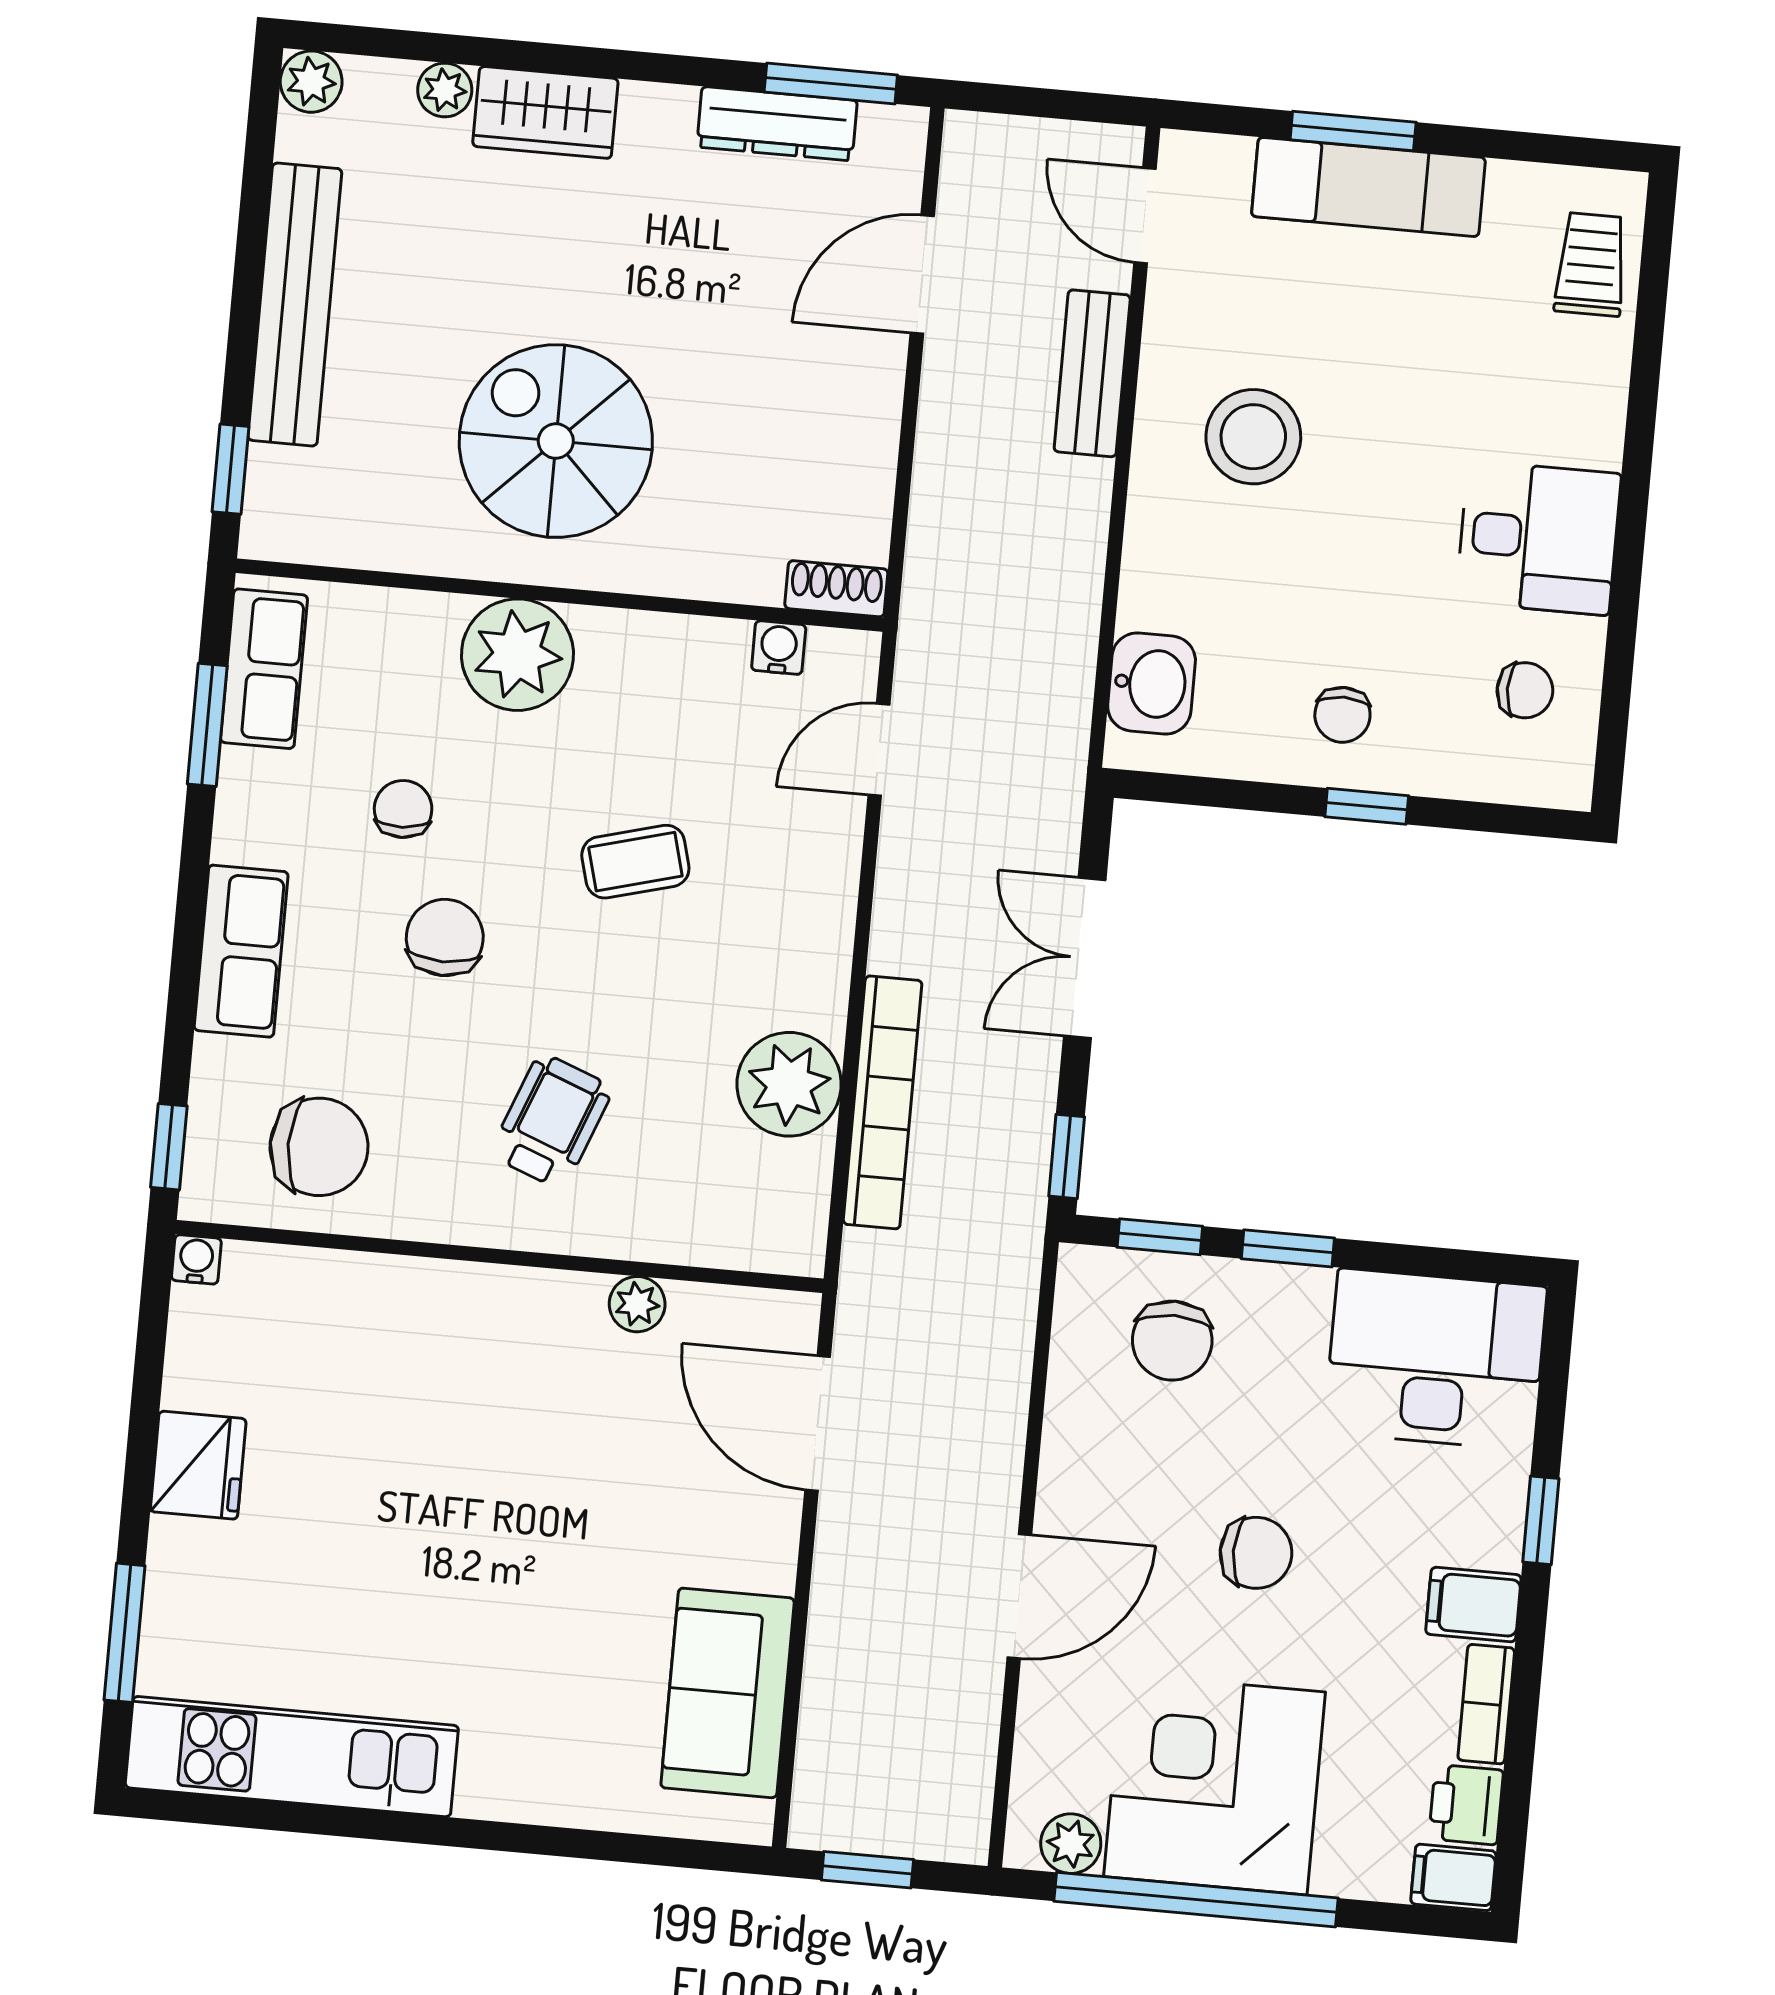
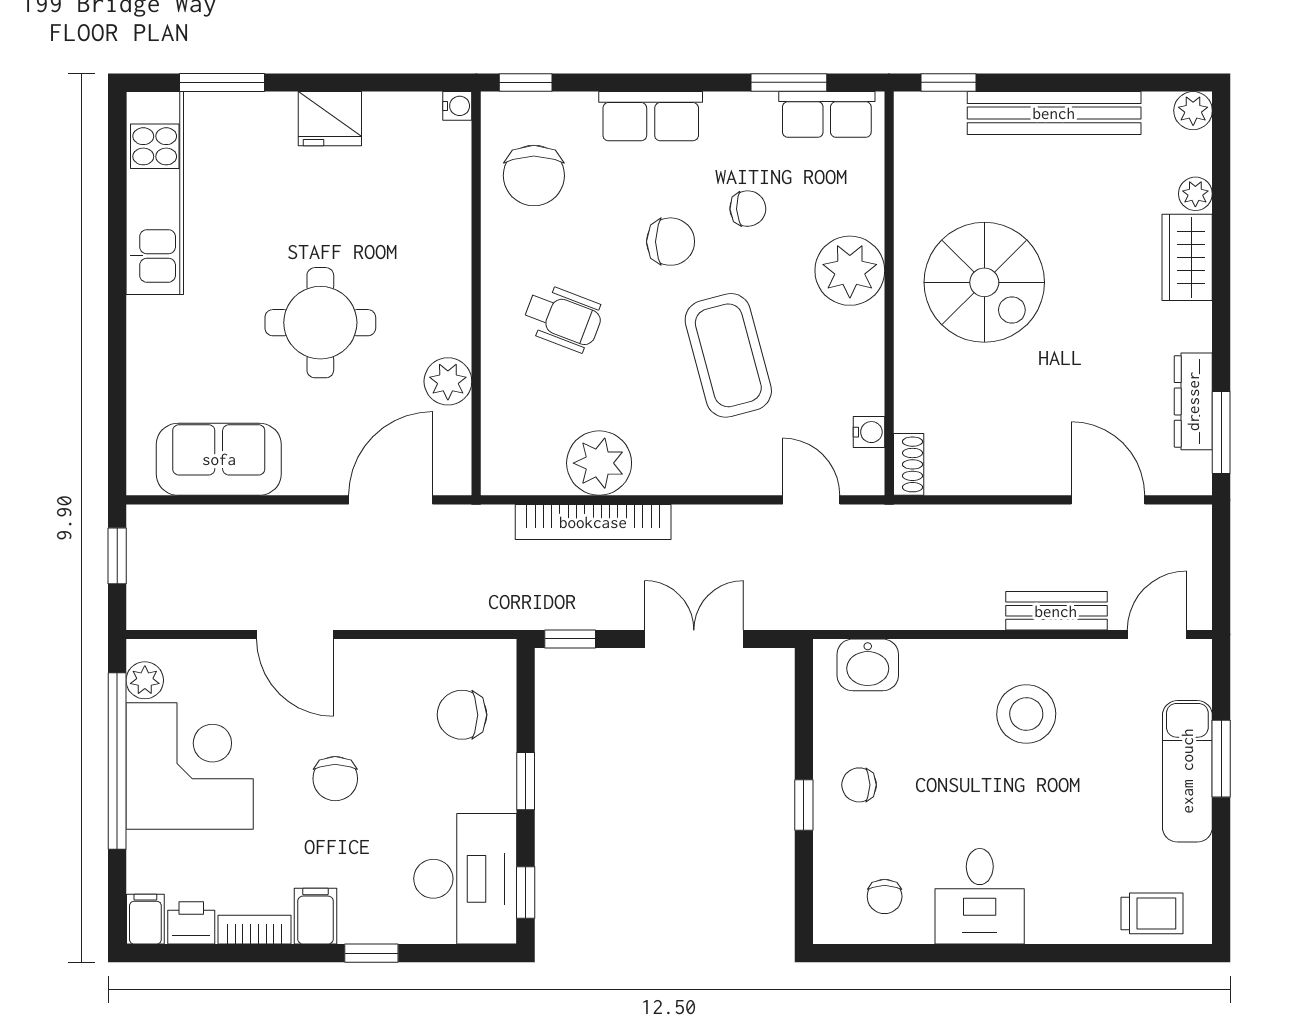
spiral stairs: (556, 441) -> (984, 282), turned 90
coffee table: (635, 862) -> (728, 355), width x1.86, depth x1.72
window: (1160, 1237) -> (526, 893), moved
plant: (637, 1304) -> (448, 381), width x1.38, depth x1.38
round table: (524, 1510) -> (320, 323), added

